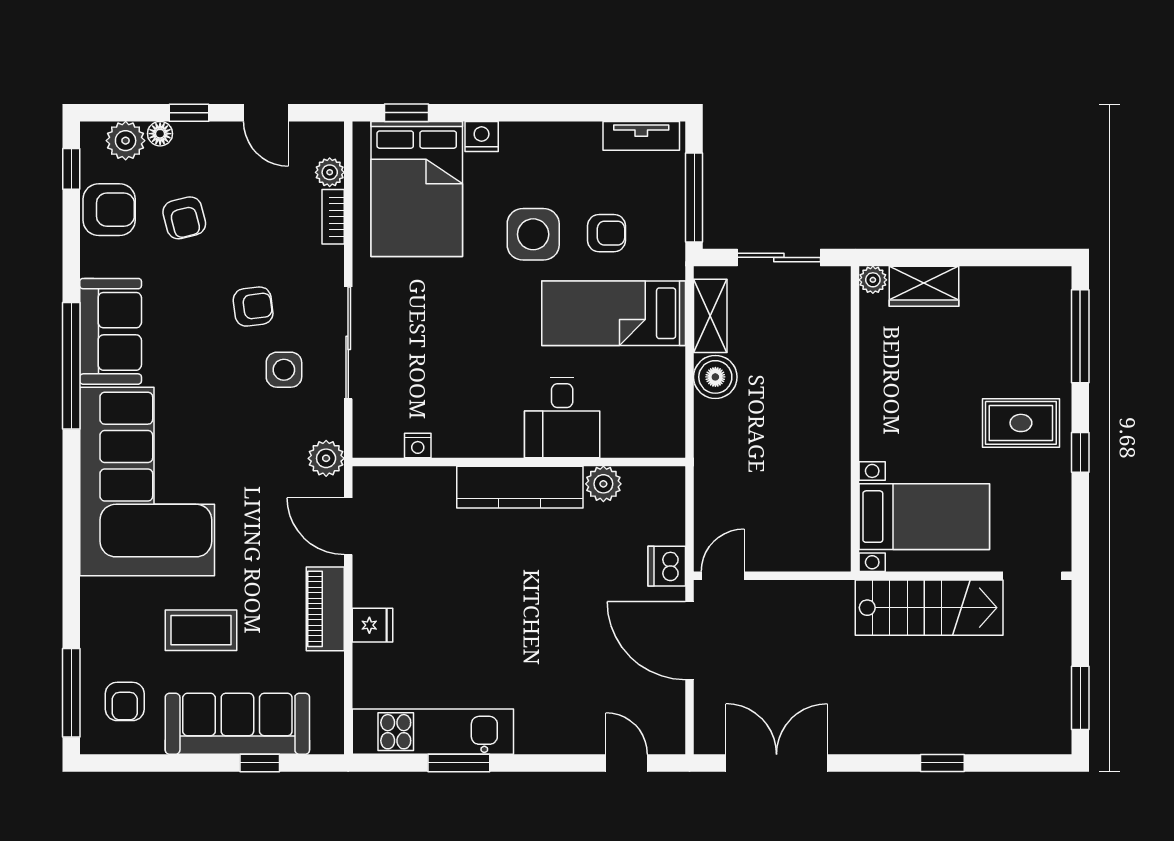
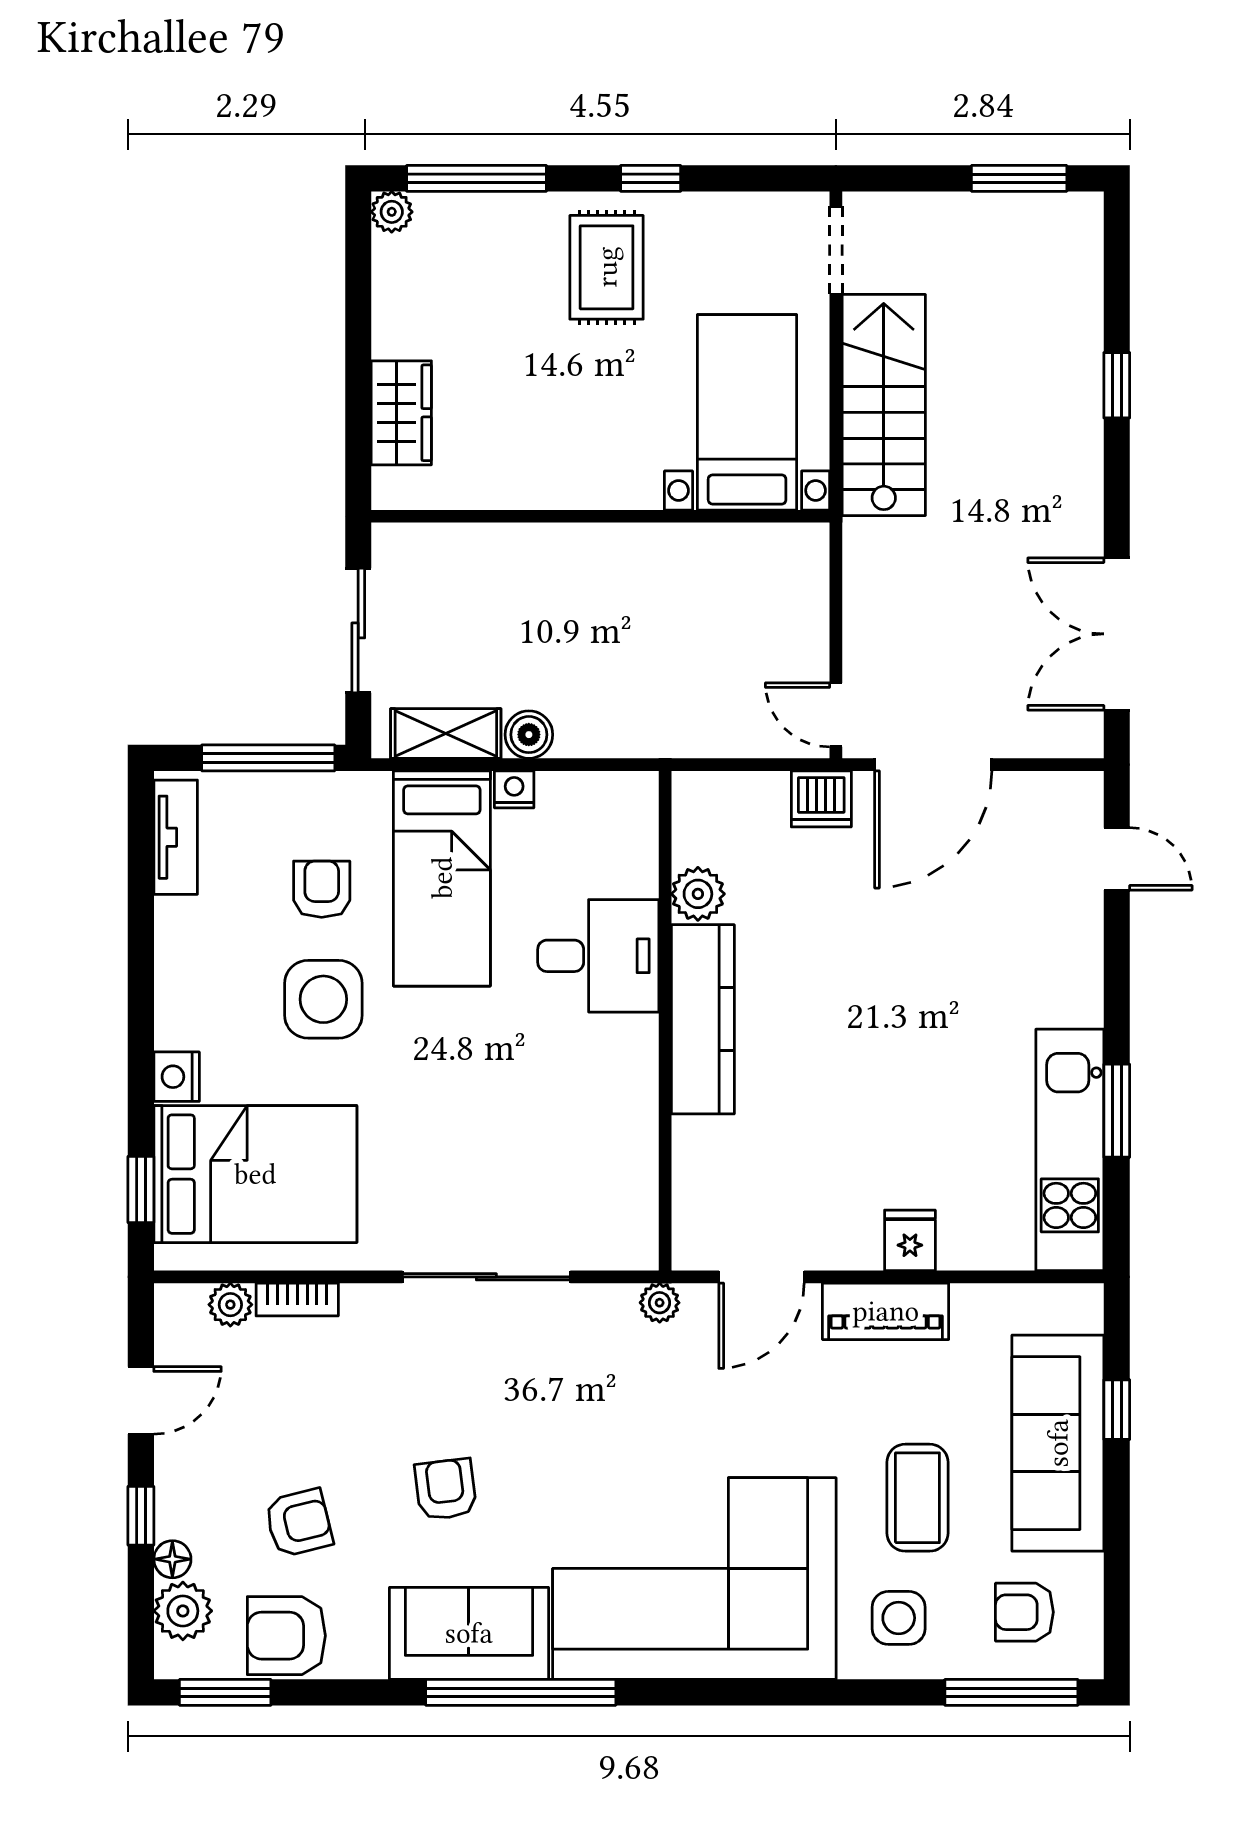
window: (71, 169) -> (225, 1692), width x1.50
armchair: (109, 210) -> (286, 1636), turned -90
plant: (873, 280) -> (392, 212), moved
armchair: (253, 307) -> (446, 1489), moved
side table: (284, 370) -> (899, 1618), moved
boiler: (715, 377) -> (529, 735), width x0.73, depth x0.73
nightstand: (418, 445) -> (514, 789), moved, turned -90
plant: (326, 458) -> (660, 1303), width x0.73, depth x0.73
armchair: (125, 701) -> (1024, 1612), turned 180
door: (627, 763) -> (1117, 859), swing flipped

